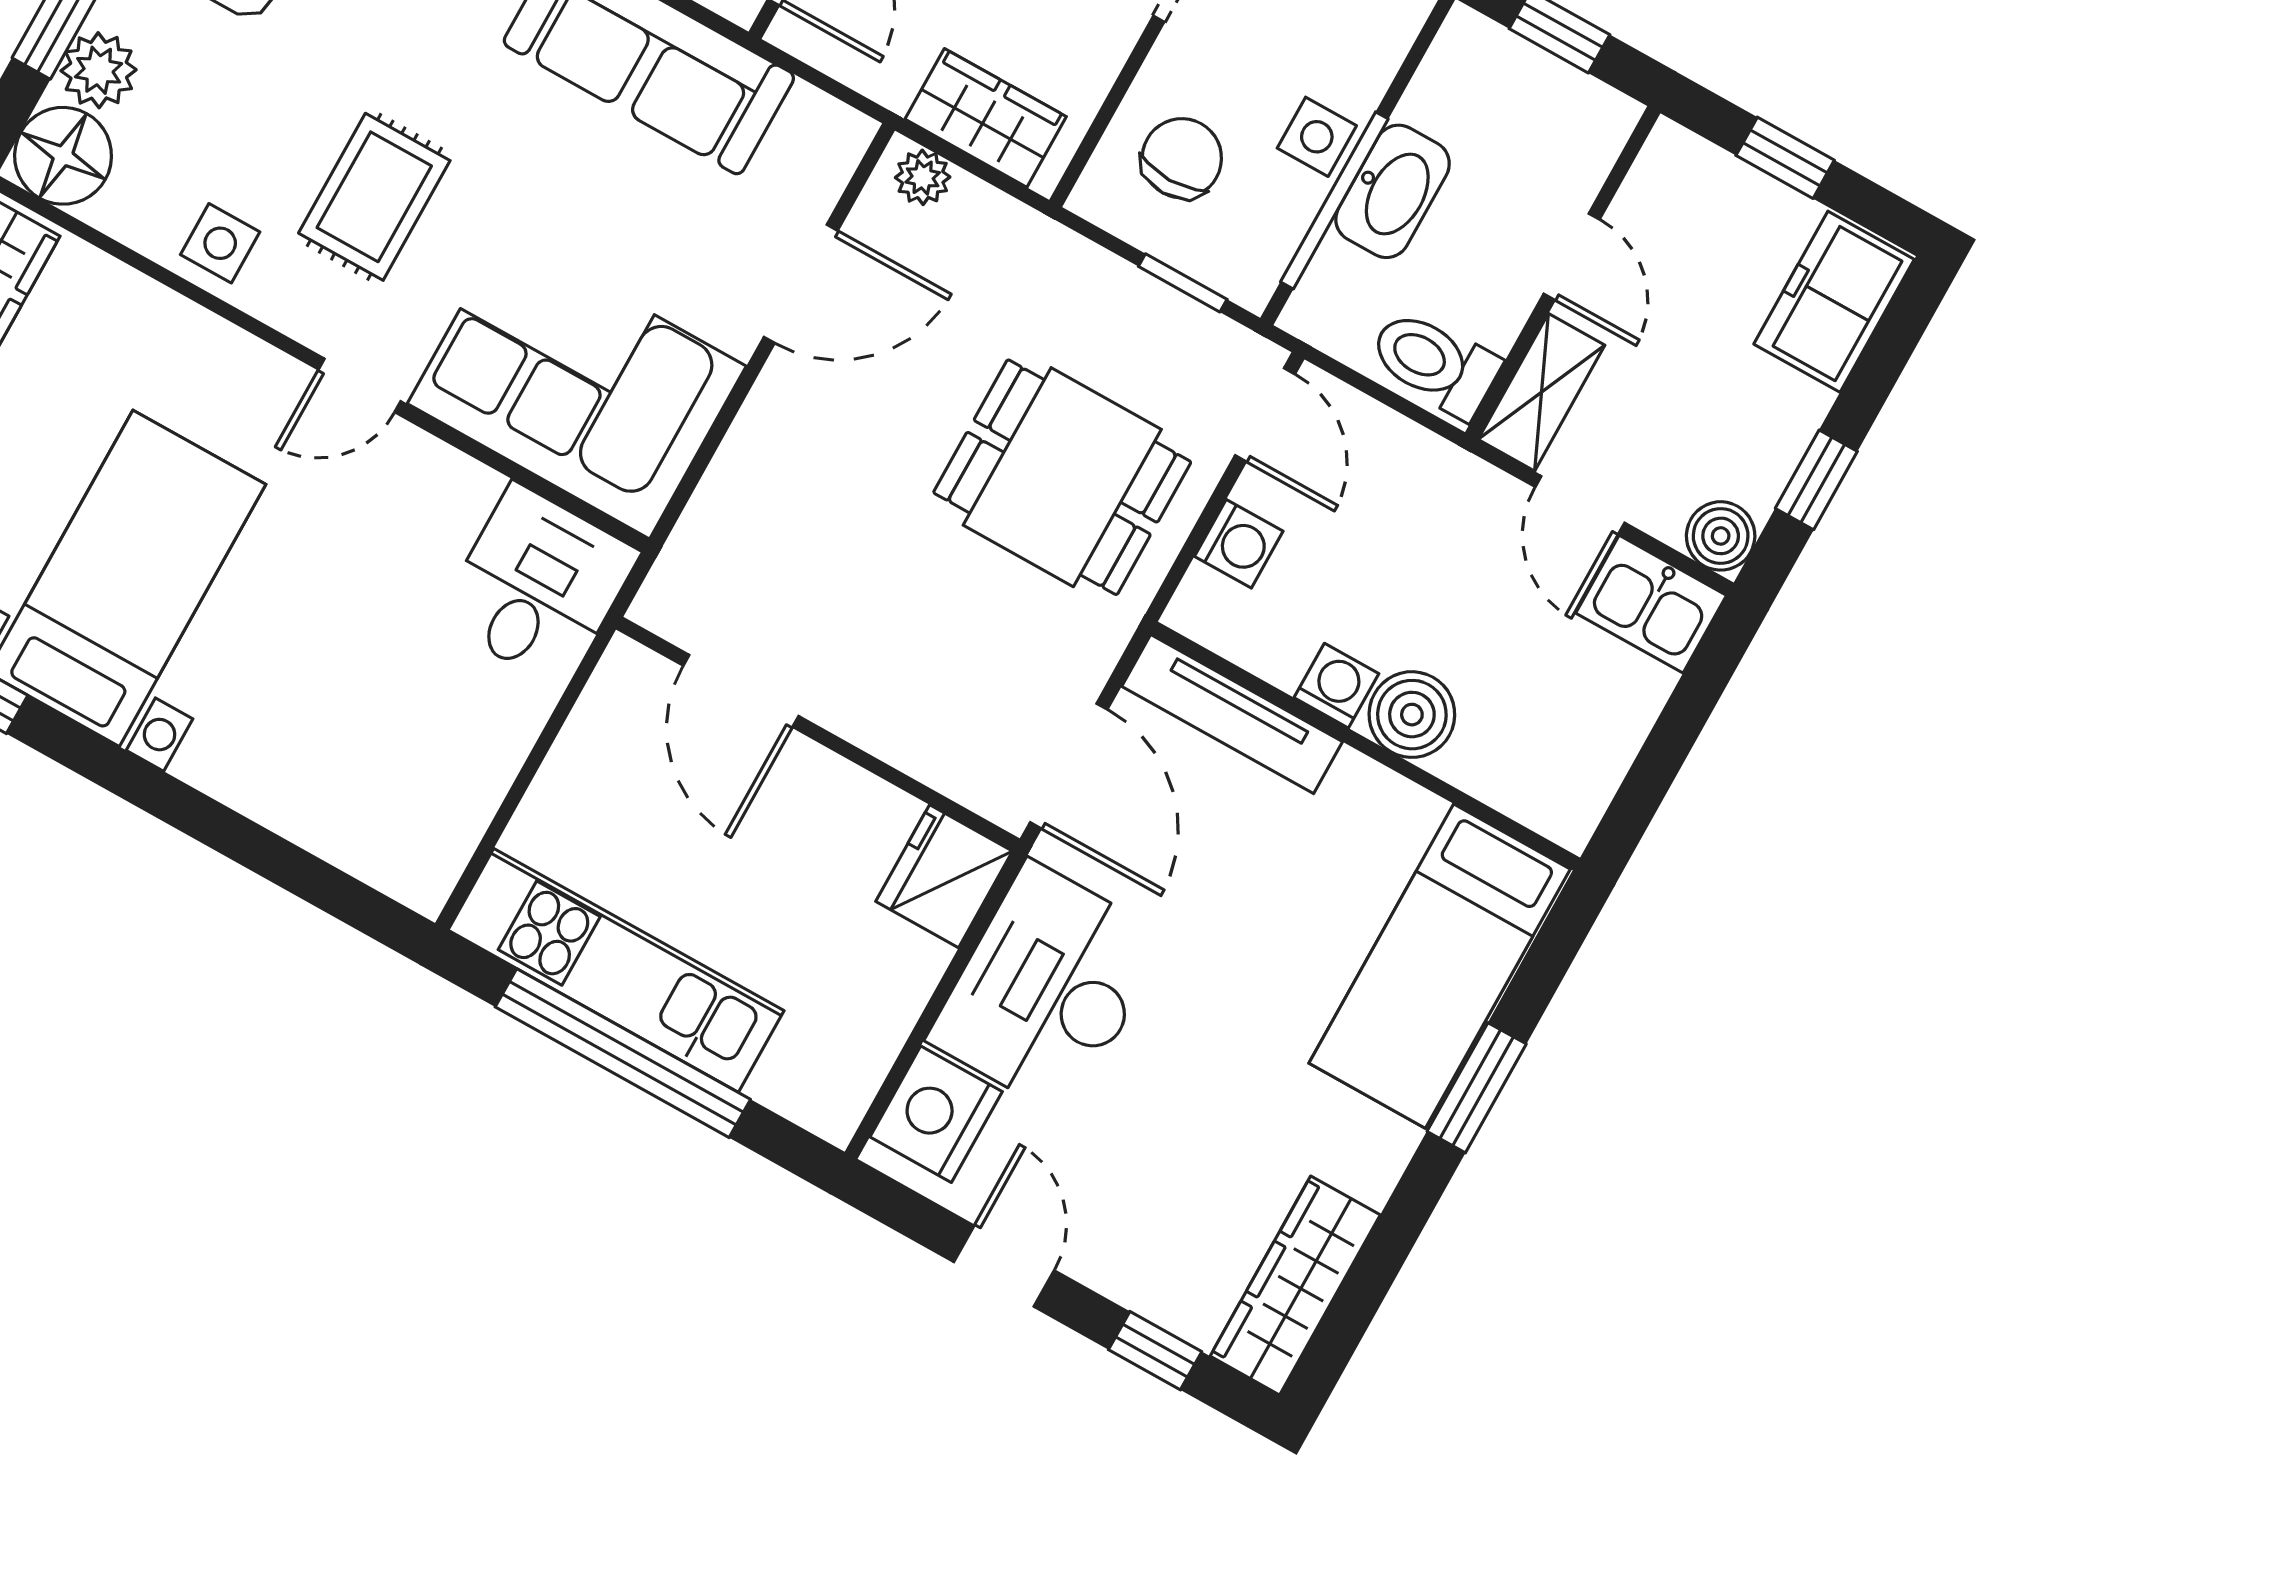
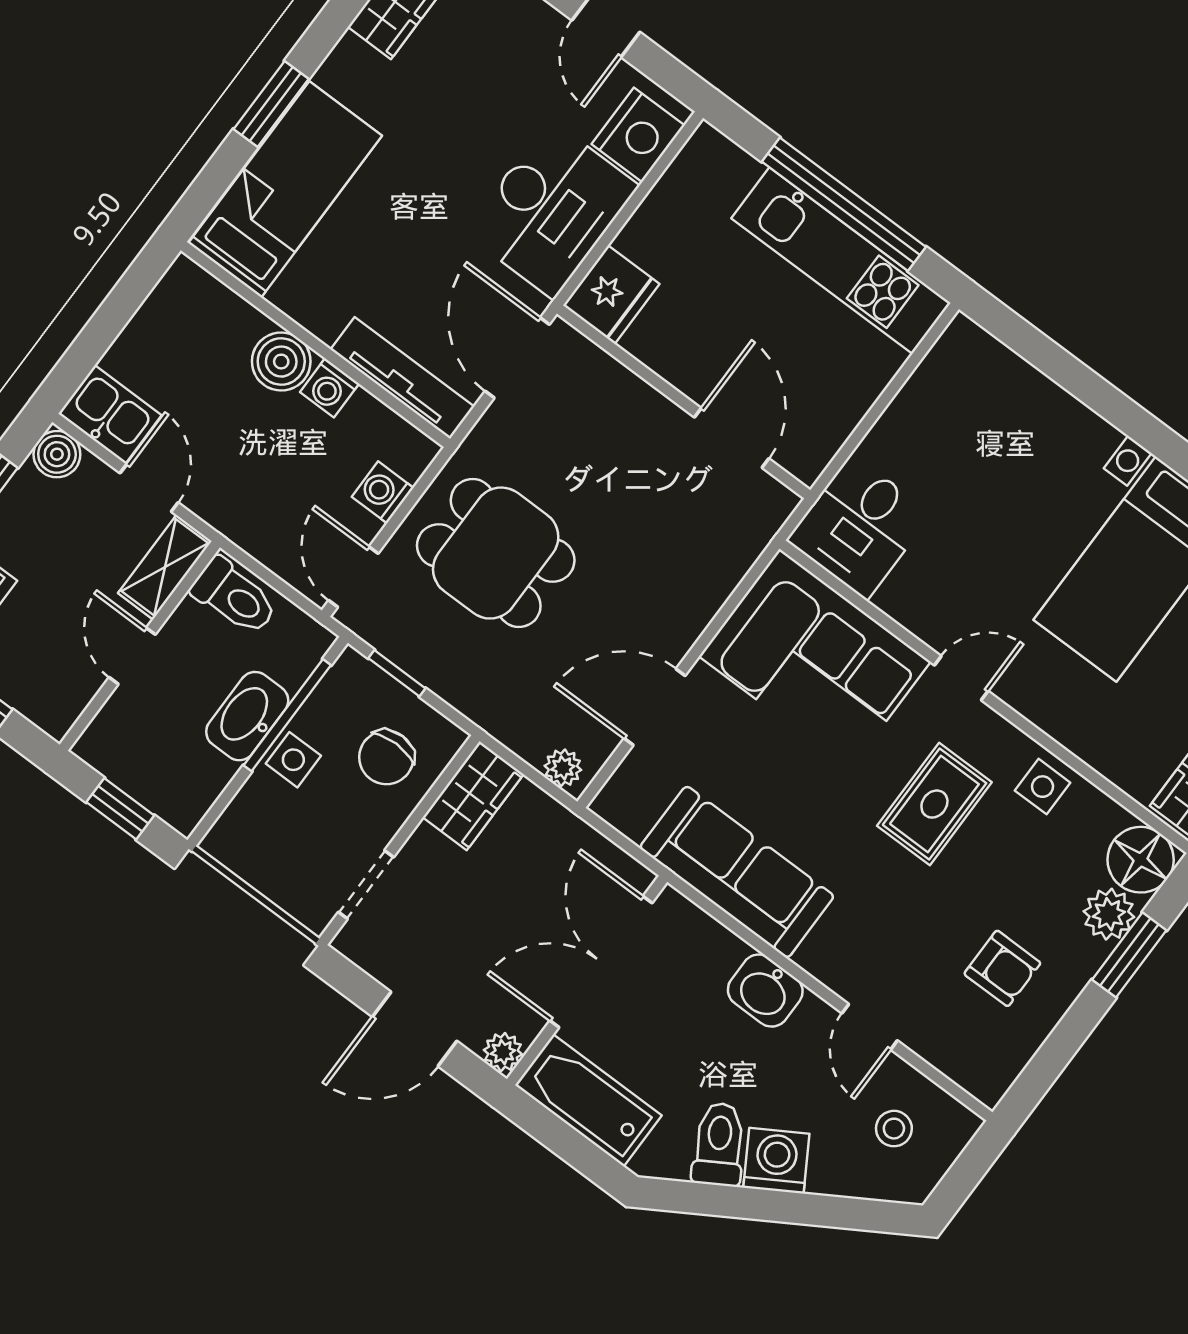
wardrobe: (986, 118) -> (473, 796), moved, turned -90

